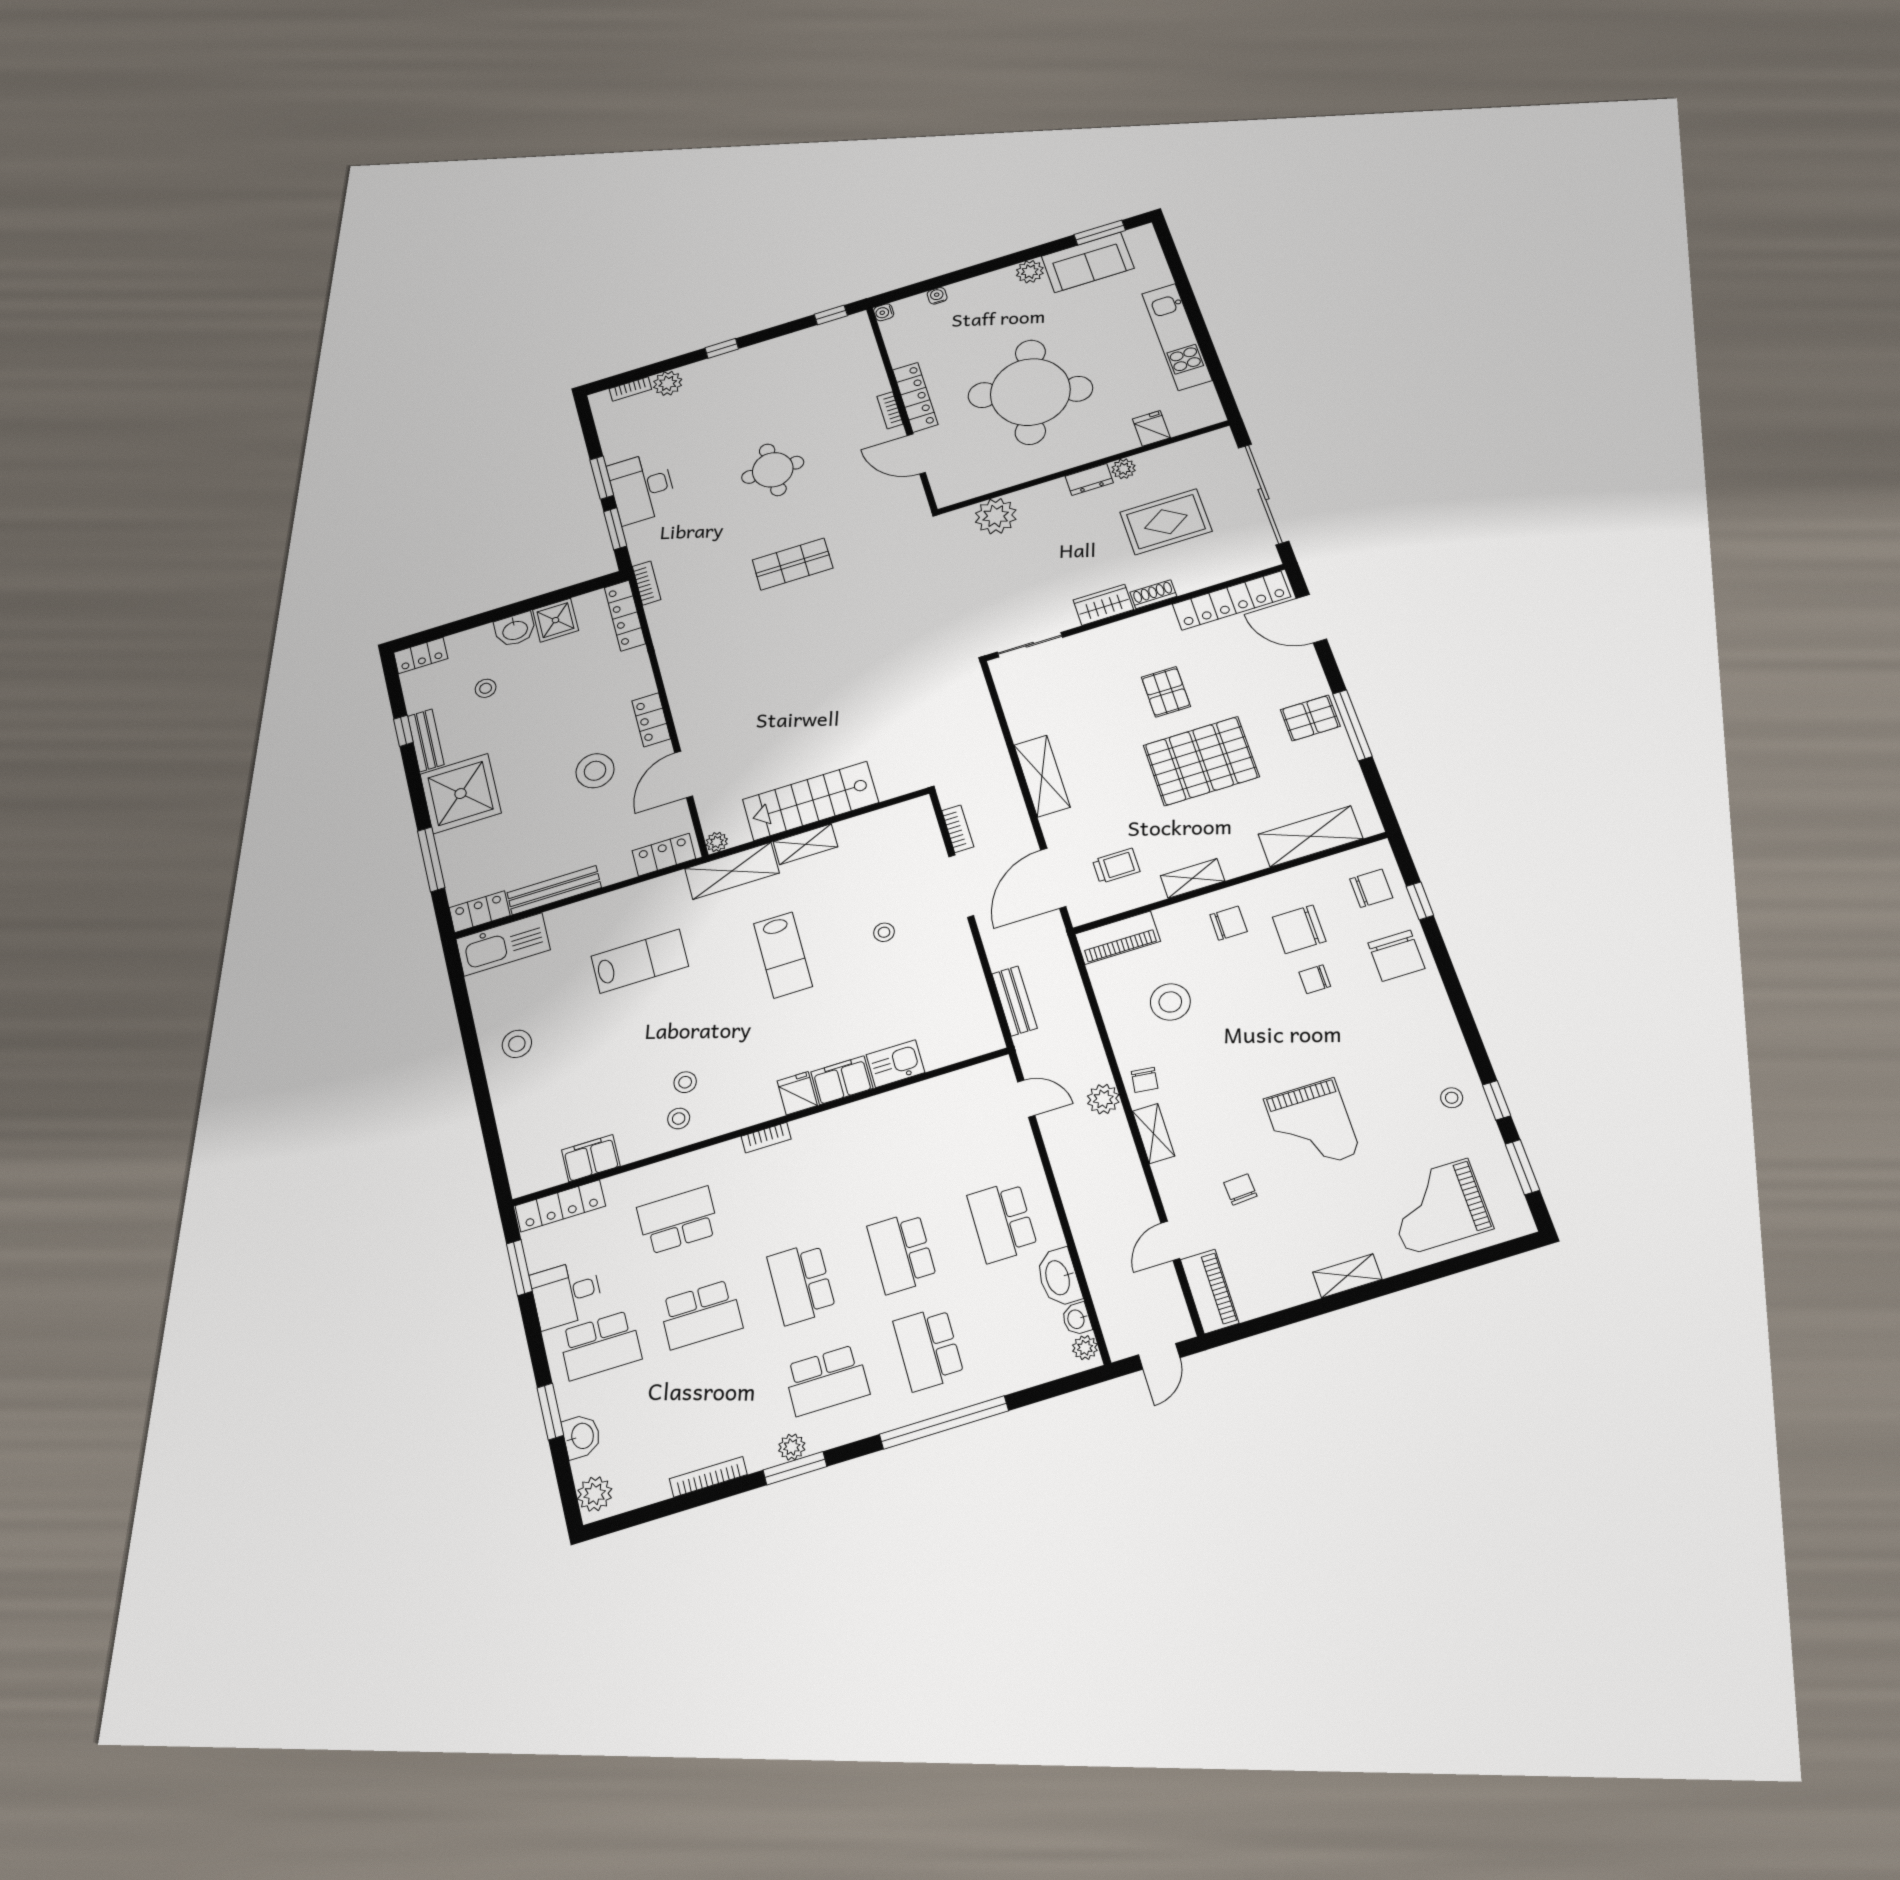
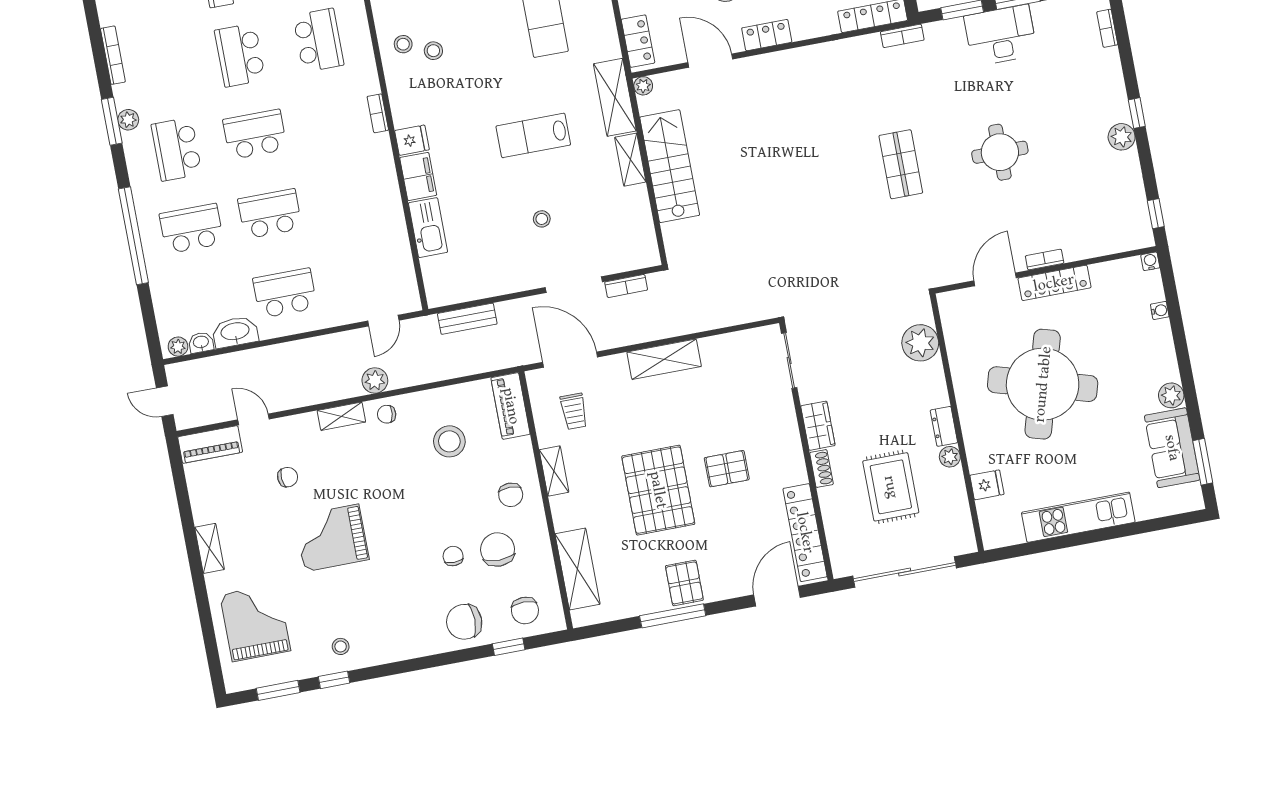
plant: (668, 383) -> (1122, 137), moved
kitchen sink: (895, 1064) -> (428, 228), width x1.38

